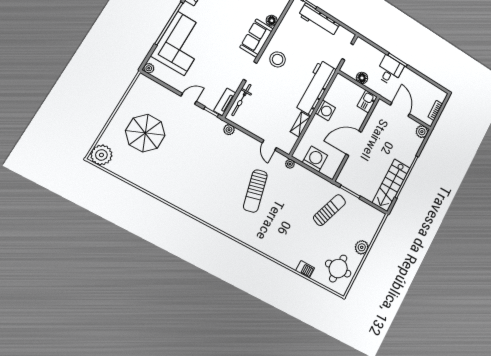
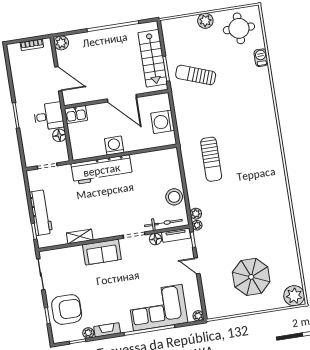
floor lamp: (272, 21) -> (155, 239), moved
stool: (278, 59) -> (174, 197), moved
desk: (390, 70) -> (49, 116), moved, turned 180
door: (400, 110) -> (58, 79), swing flipped
shelving: (300, 124) -> (80, 236), moved
door: (269, 145) -> (182, 170), removed
plant: (290, 164) -> (197, 225), moved
stairs: (391, 185) -> (153, 58), moved, turned 90
sun lounger: (255, 191) -> (211, 159), moved, turned 104

